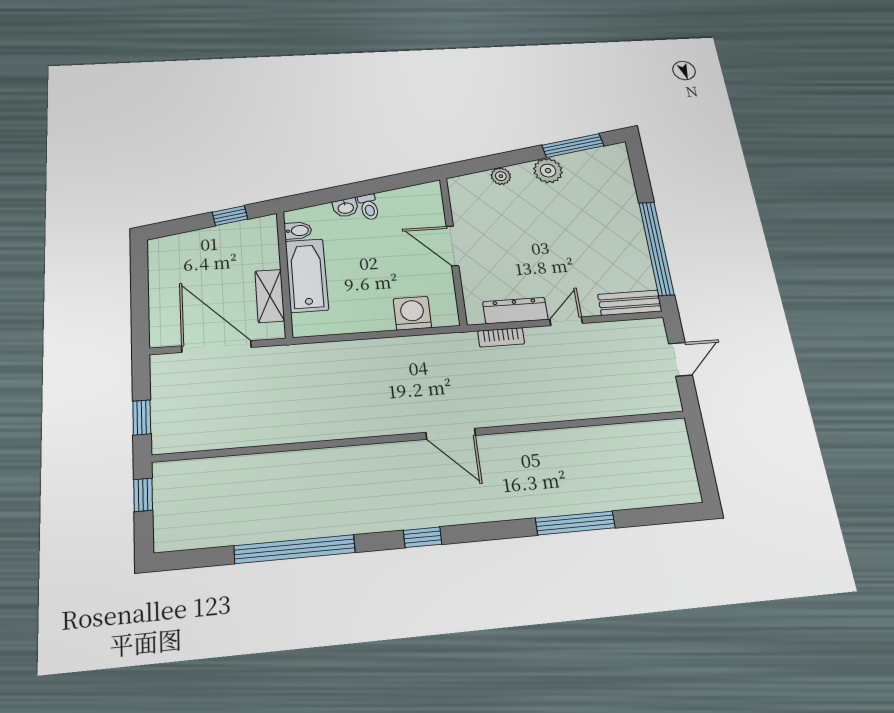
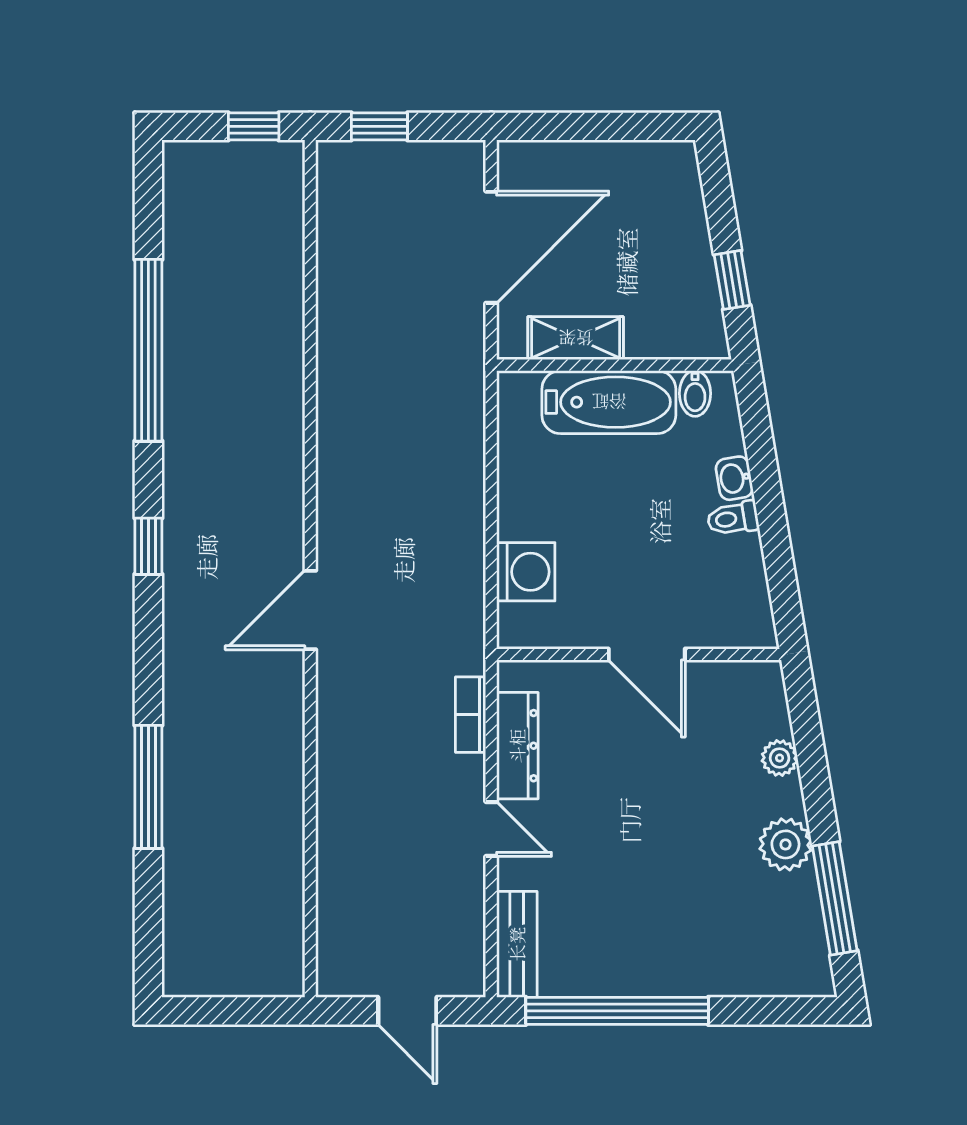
door: (452, 246) -> (647, 655), swing flipped

